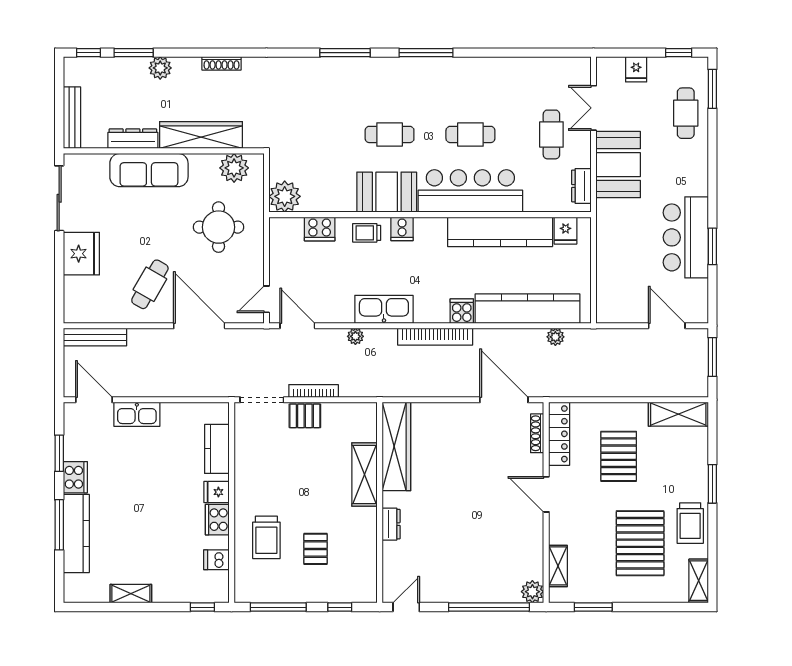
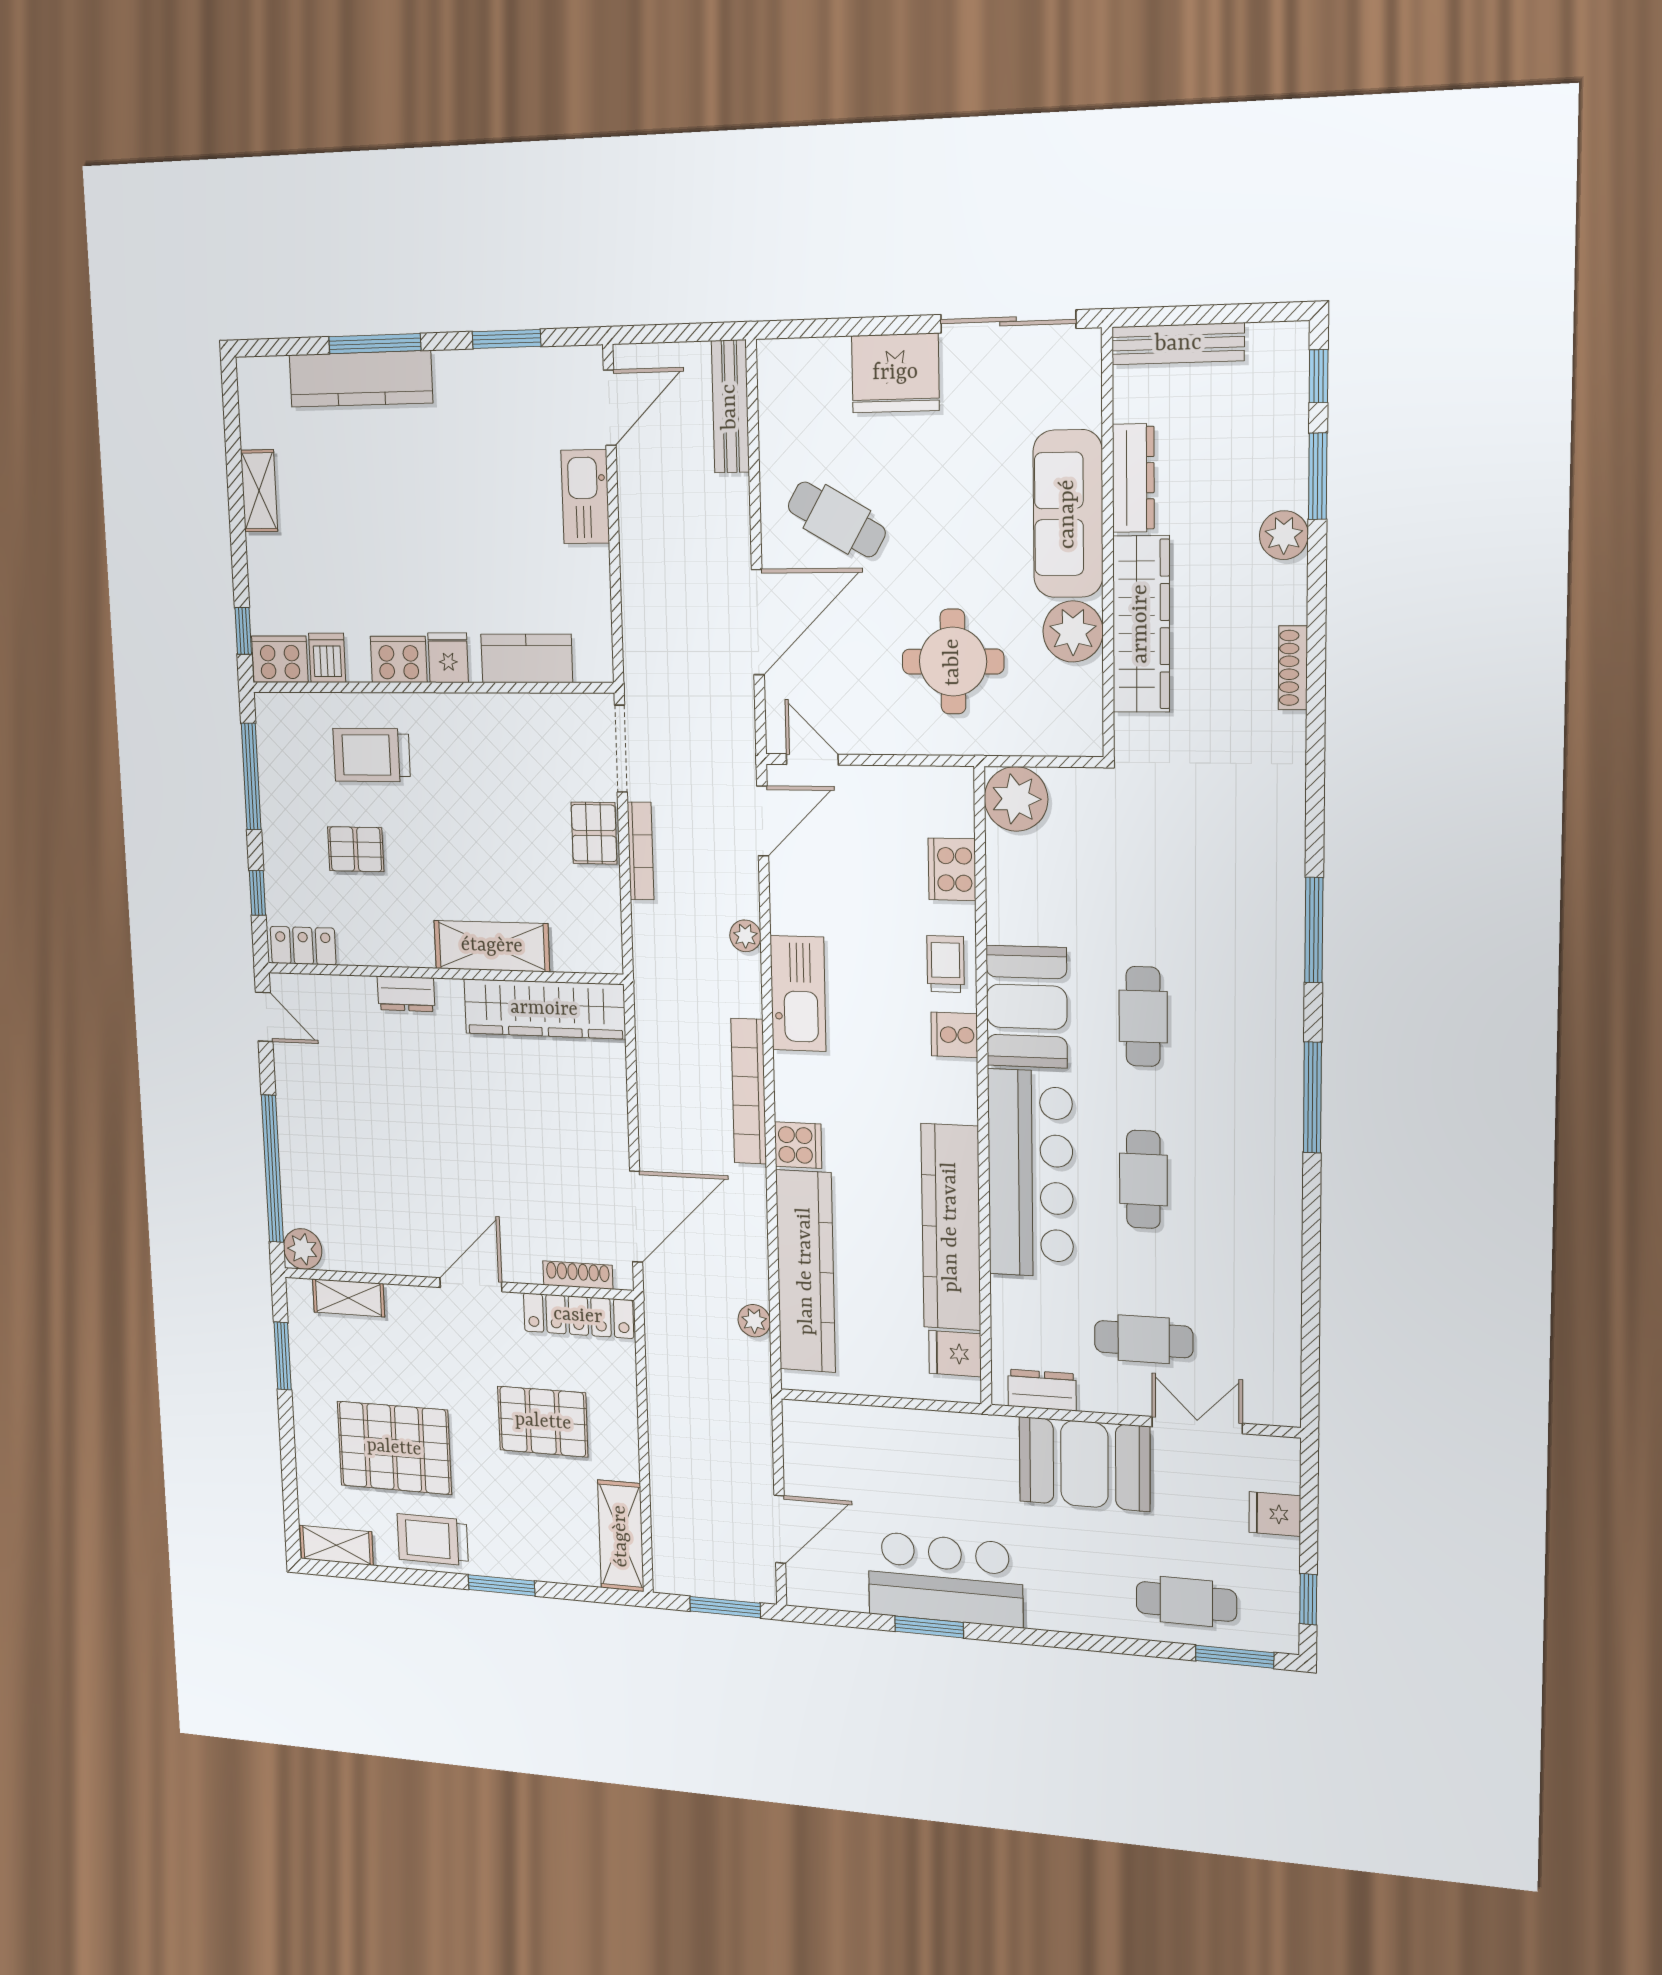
plant: (234, 168) -> (1073, 631), moved
cooker: (75, 477) -> (280, 659), moved, turned 180
locker: (367, 582) -> (303, 946), added

